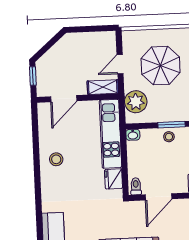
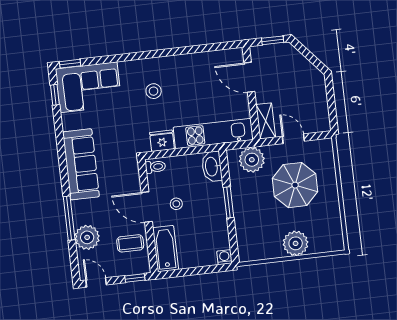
washbasin: (133, 135) -> (212, 167), width x1.91, depth x1.45
stool: (169, 137) -> (176, 204), moved
stool: (56, 159) -> (154, 91), moved
door: (159, 197) -> (147, 207), moved

